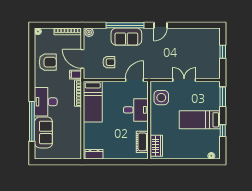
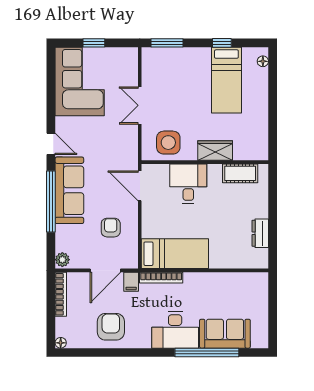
sofa: (126, 37) -> (69, 190), width x1.36
corner sofa: (199, 43) -> (80, 81), added
bed: (200, 120) -> (226, 80), moved
wardrobe: (156, 146) -> (215, 151), moved
dresser: (94, 154) -> (260, 233), moved

